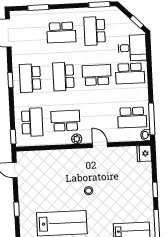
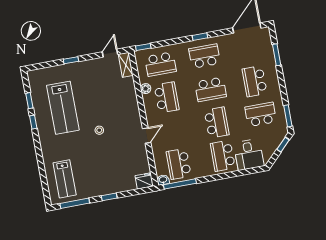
window: (137, 22) -> (283, 145), moved
school desk: (63, 77) -> (211, 89), turned 180
plant: (77, 139) -> (146, 89), moved
shelving: (28, 156) -> (126, 65), added

